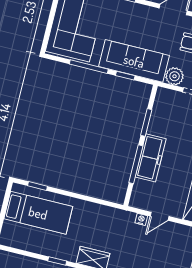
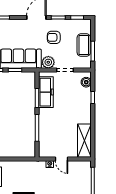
freezer: (151, 158) -> (46, 92), moved
door: (160, 216) -> (62, 159), hinge flipped

